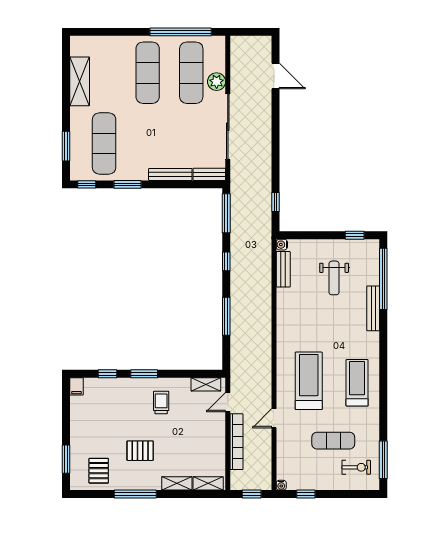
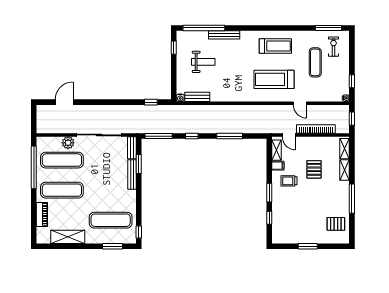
piano: (112, 44) -> (42, 214), added
window: (128, 184) -> (139, 164), moved
treadmill: (357, 383) -> (275, 46), turned 180
filing cabinet: (76, 386) -> (278, 166), moved
pallet: (140, 451) -> (314, 169), moved
window: (66, 459) -> (308, 246), moved

